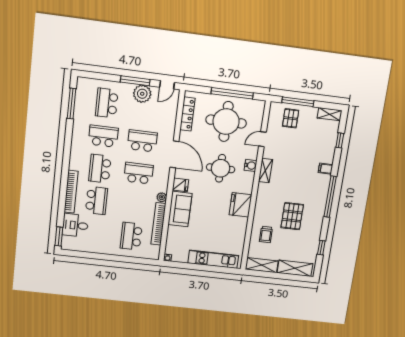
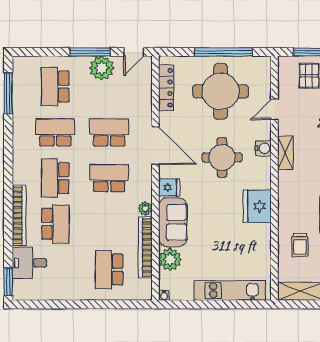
plant: (175, 234) -> (170, 259), added

